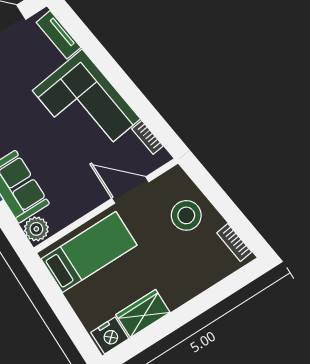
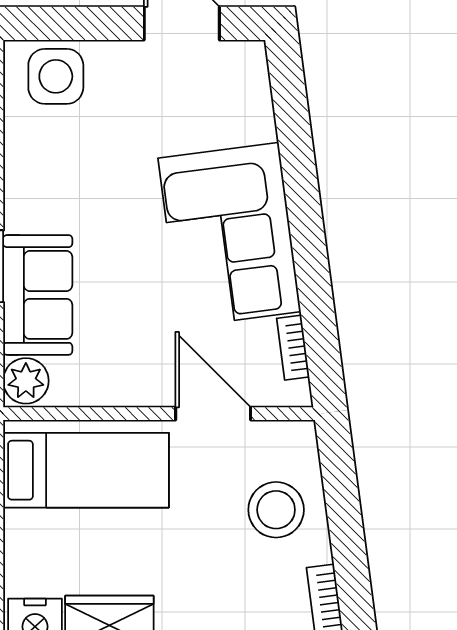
tv unit: (59, 35) -> (255, 97), removed

